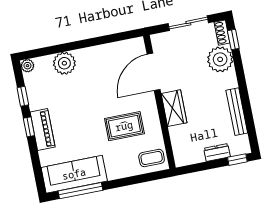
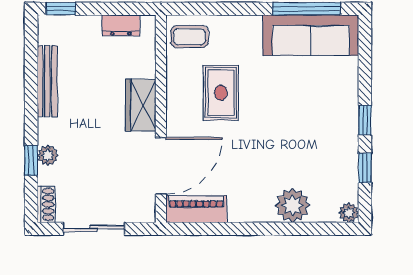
window: (233, 39) -> (31, 160), moved
plant: (220, 59) -> (48, 155), width x0.53, depth x0.53
rug: (124, 126) -> (221, 93), turned 90
piano: (43, 130) -> (196, 209), moved, turned 90
dresser: (217, 152) -> (121, 25), moved

